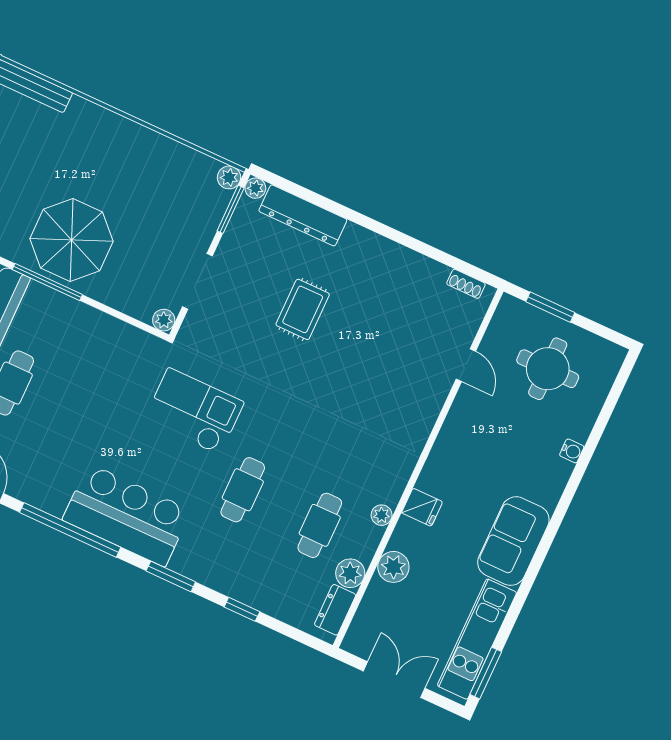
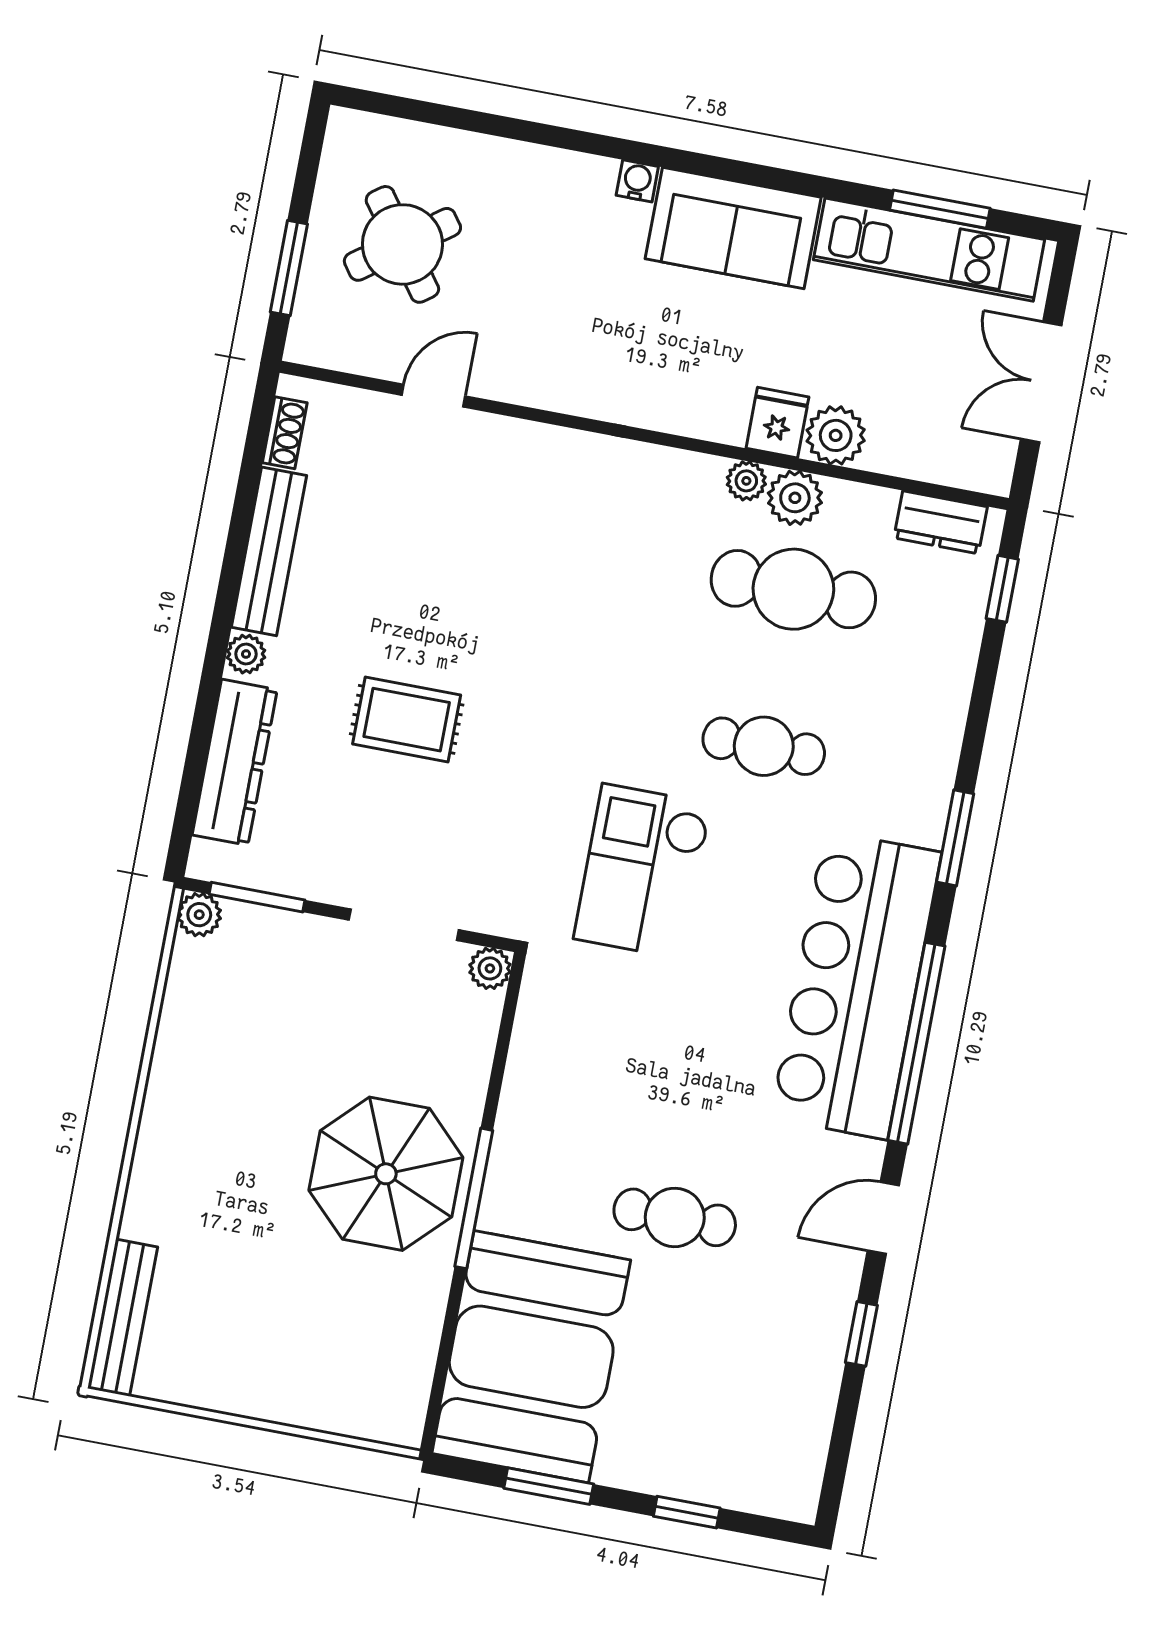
plant: (255, 188) -> (246, 654), moved
bench: (407, 260) -> (269, 551), added
round table: (548, 369) -> (402, 244), turned -36
water cooler: (572, 451) -> (637, 181), moved
fridge: (422, 507) -> (777, 423), moved
bar counter: (127, 515) -> (856, 985), width x1.36
cafe table: (320, 525) -> (793, 589), width x1.37, depth x1.35
plant: (350, 573) -> (795, 498), moved
window: (242, 609) -> (1002, 589), moved
window: (486, 673) -> (940, 209), moved

